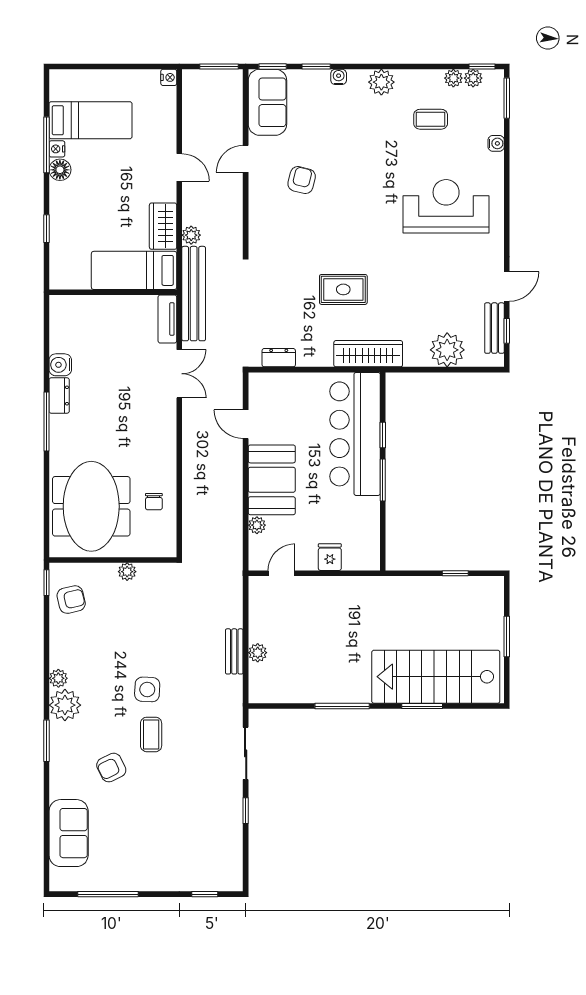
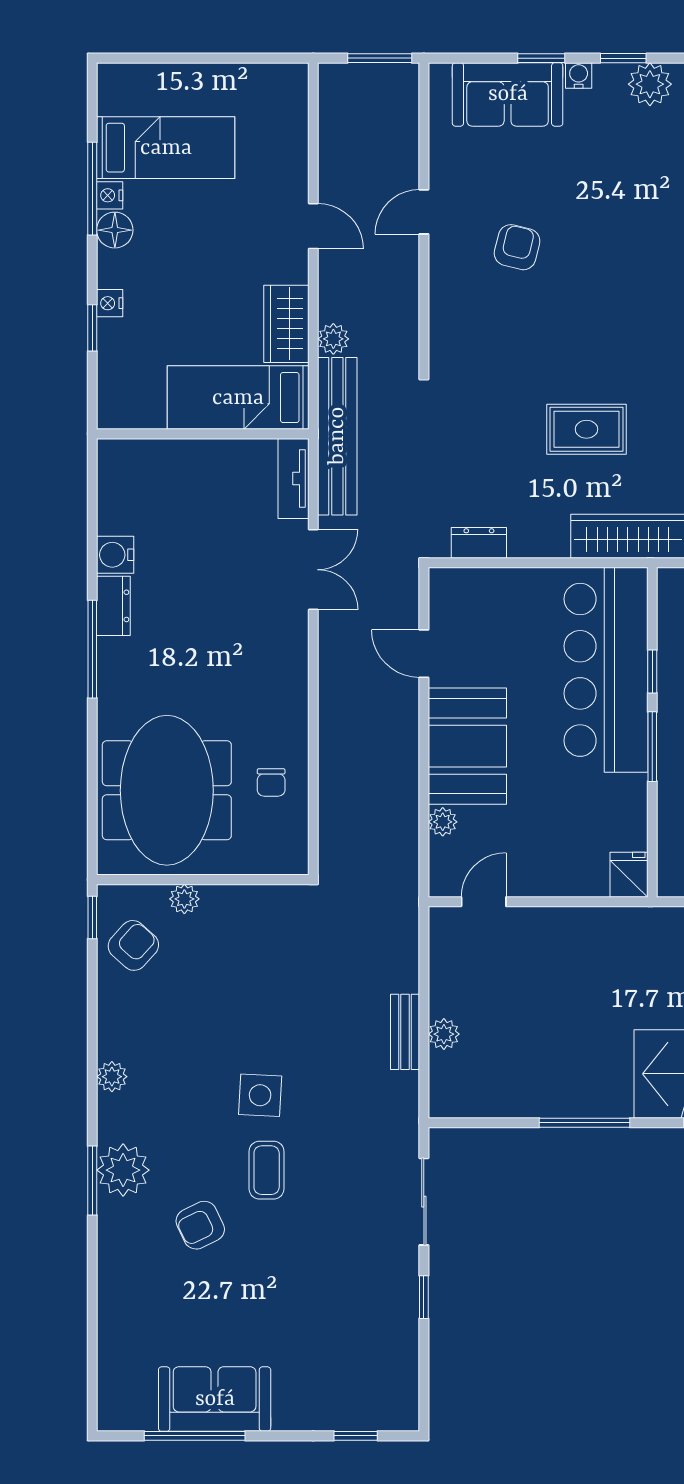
window: (273, 66) -> (623, 58), moved
nightstand: (169, 77) -> (110, 303), moved, turned 180
sofa: (267, 102) -> (508, 94), moved, turned 90
fridge: (330, 557) -> (629, 875), moved
plant: (127, 572) -> (184, 899), moved
armchair: (71, 600) -> (133, 945), turned -35
plant: (65, 705) -> (123, 1170), moved
sofa: (69, 833) -> (215, 1399), moved, turned -90

